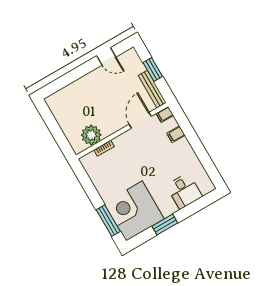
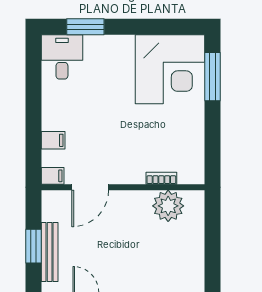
bench: (152, 89) -> (50, 252), moved
desk: (184, 191) -> (62, 57), moved
window: (165, 225) -> (85, 27), moved

